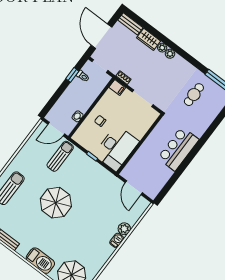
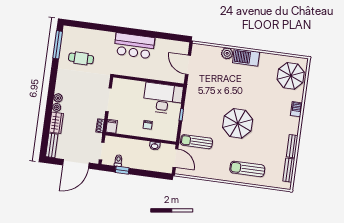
door: (134, 188) -> (188, 65), swing flipped
barbecue: (117, 240) -> (246, 57), width x1.88, depth x1.53
barbecue: (40, 261) -> (296, 109), width x0.53, depth x0.65

